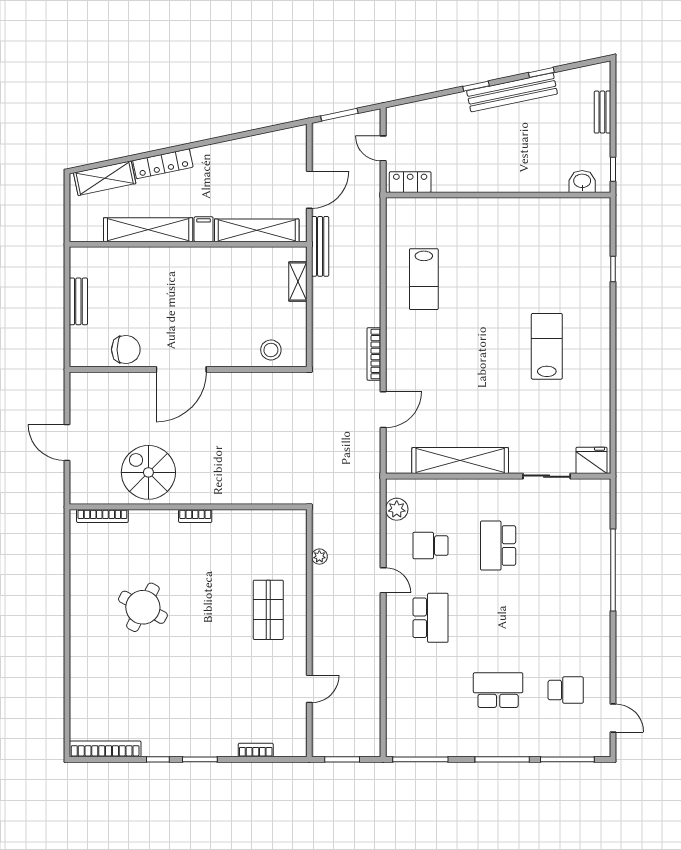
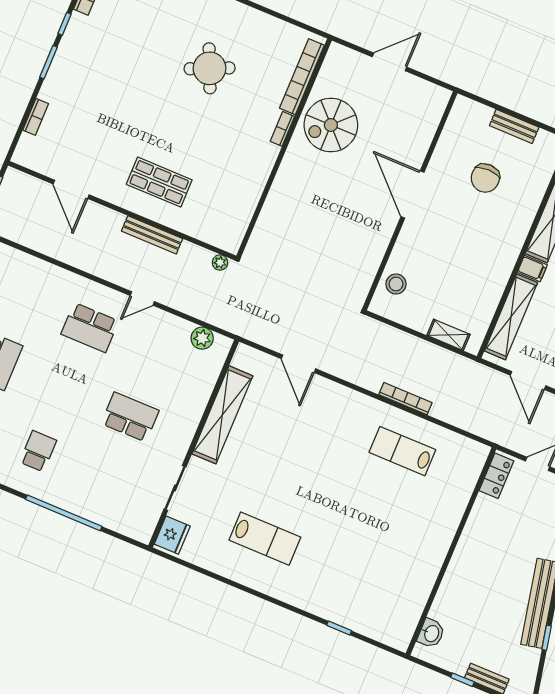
window: (613, 169) -> (462, 680), moved
bench: (320, 246) -> (152, 235), moved
lab bench: (547, 346) -> (265, 539), moved
chair: (126, 350) -> (485, 178), moved
bookcase: (374, 354) -> (405, 399), moved
spiral stairs: (148, 472) -> (331, 125), turned 180
bookcase: (102, 516) -> (302, 77), width x1.48, depth x1.31
bookcase: (195, 516) -> (282, 129), moved
school desk: (430, 546) -> (38, 451), moved
plant: (319, 557) -> (220, 263), moved
round table: (143, 607) -> (210, 68), turned 38
door: (309, 689) -> (71, 189), width x1.38

